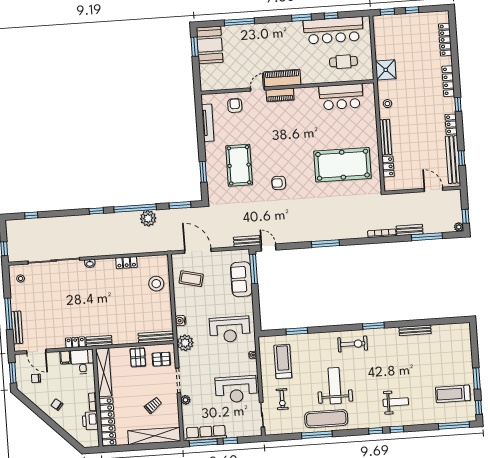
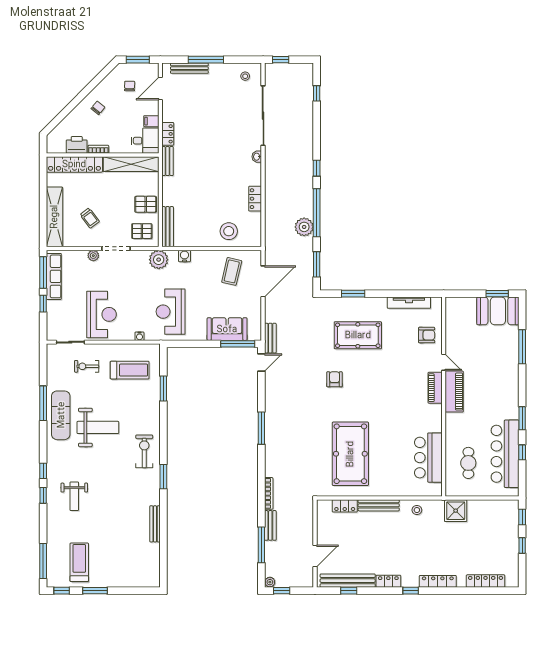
exercise bike: (353, 344) -> (144, 451), turned 180
pallet: (161, 359) -> (142, 231), turned 90
reception desk: (236, 389) -> (101, 314), turned 180

